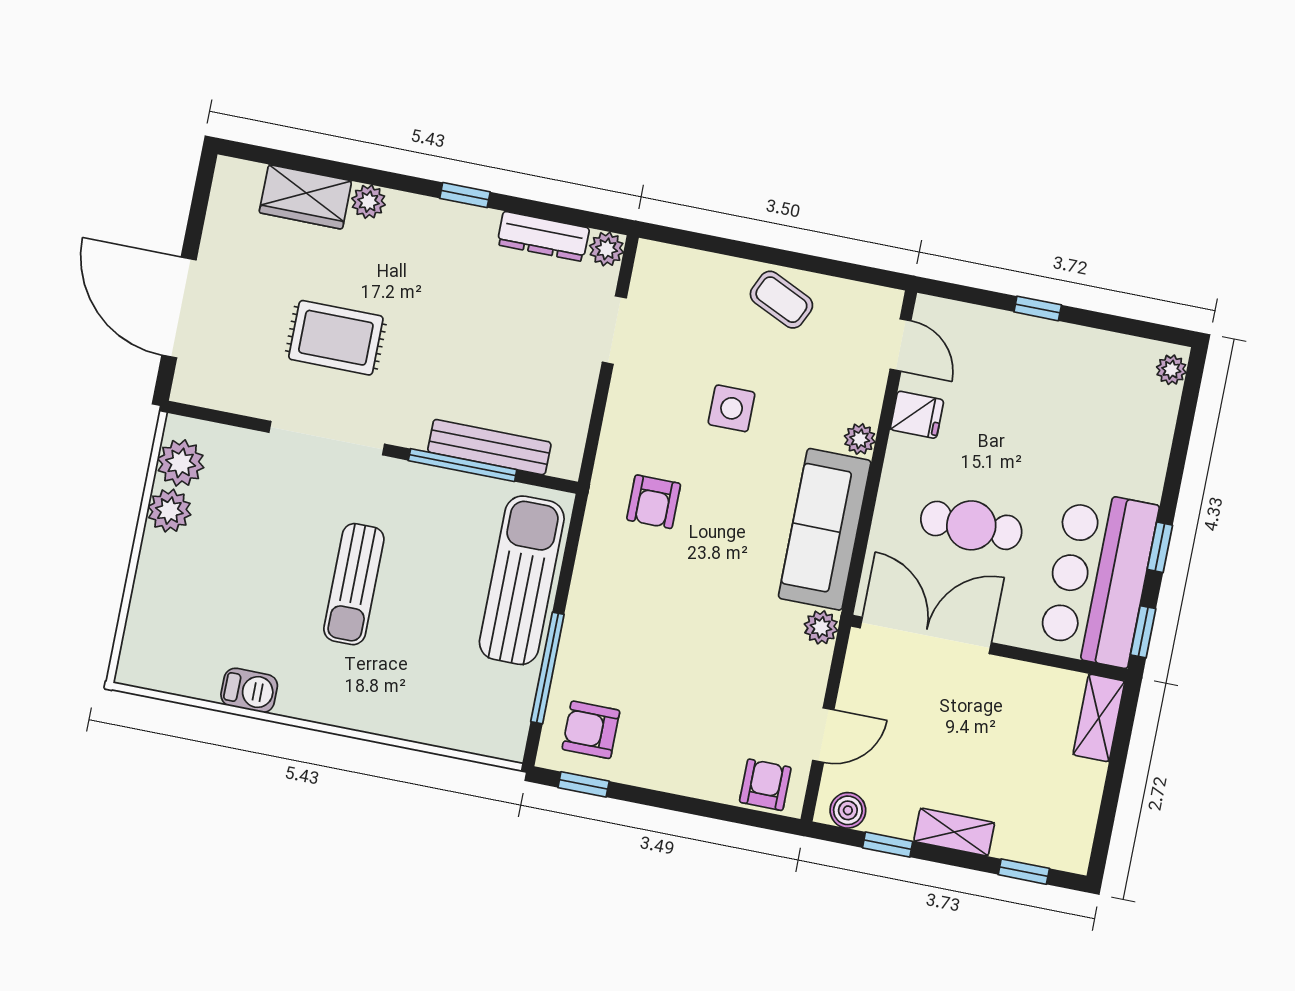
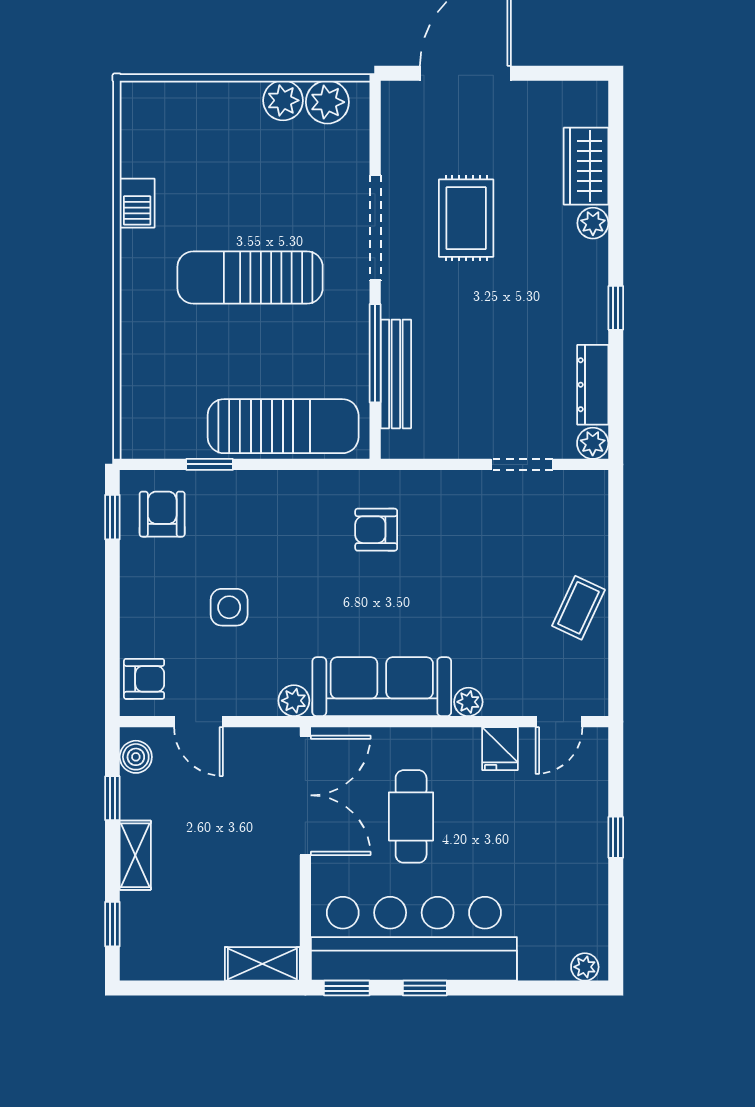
side table: (732, 408) -> (229, 607), moved
bar counter: (1098, 578) -> (414, 939), width x1.36
sun lounger: (354, 584) -> (250, 277), width x1.36, depth x1.34
window: (547, 668) -> (210, 464), width x0.46

